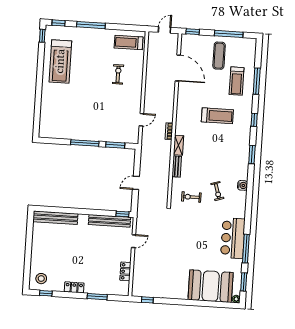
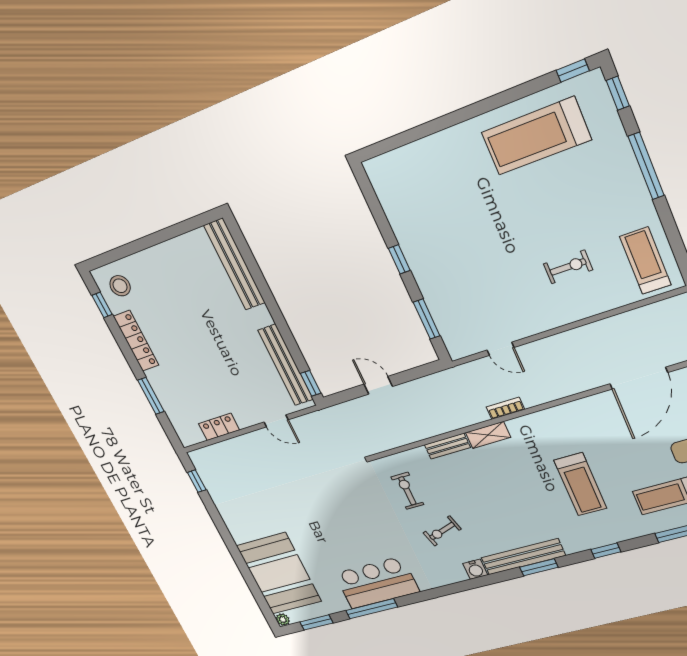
window: (85, 143) -> (399, 259), width x0.46
bench: (244, 159) -> (523, 557), added
locker: (74, 287) -> (136, 341), width x1.53

